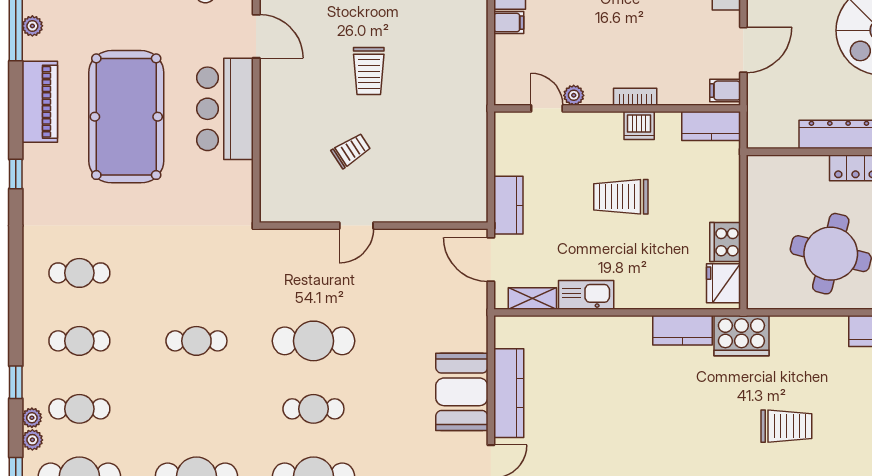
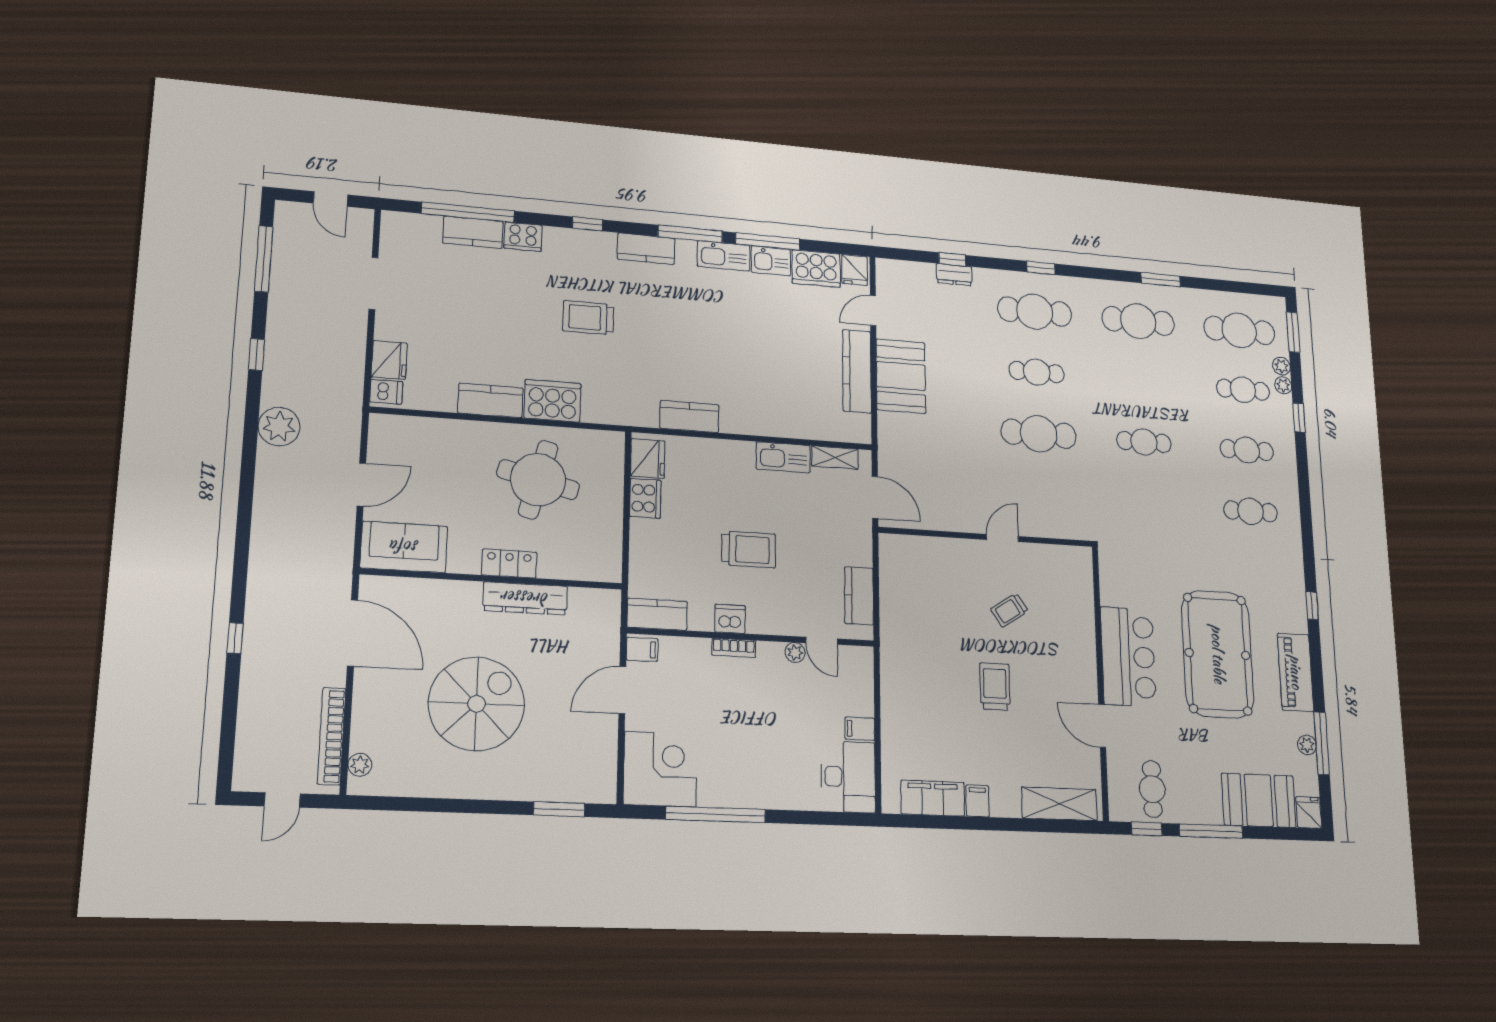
kitchen counter: (508, 205) -> (859, 596), moved
cooker: (741, 336) -> (552, 401), moved

